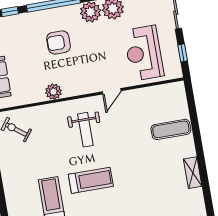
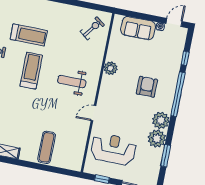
door: (112, 91) -> (93, 113), hinge flipped
treadmill: (91, 180) -> (31, 71), turned 180

